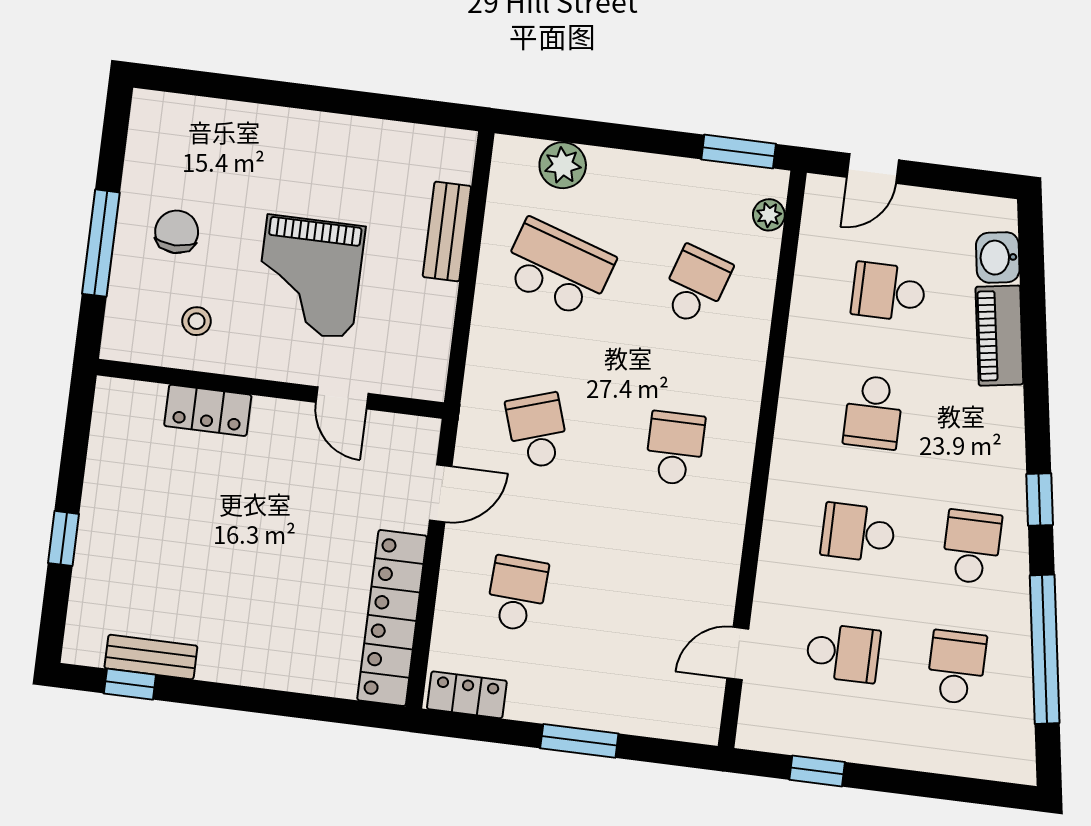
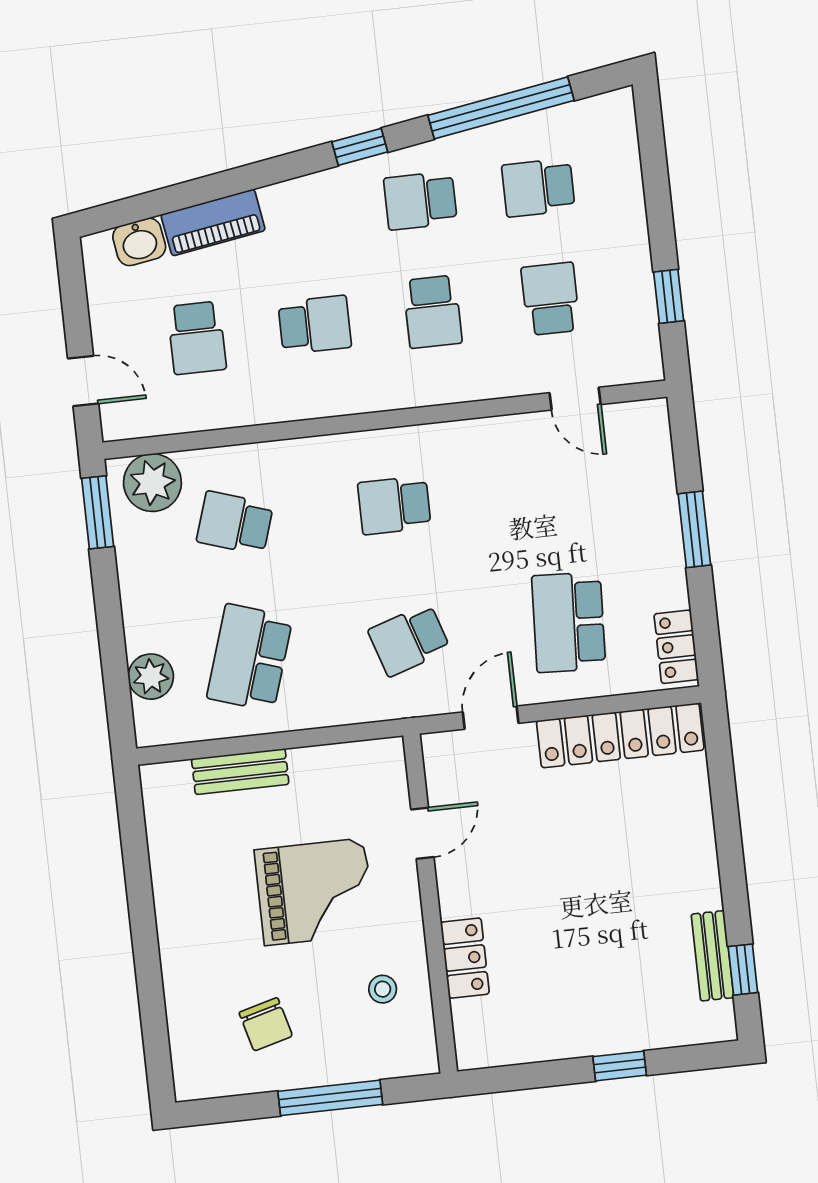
plant: (769, 215) -> (152, 483), width x1.88, depth x1.88
chair: (177, 232) -> (266, 1024), moved, turned -105
door: (441, 493) -> (491, 718), hinge flipped
school desk: (517, 594) -> (569, 622), width x1.85

